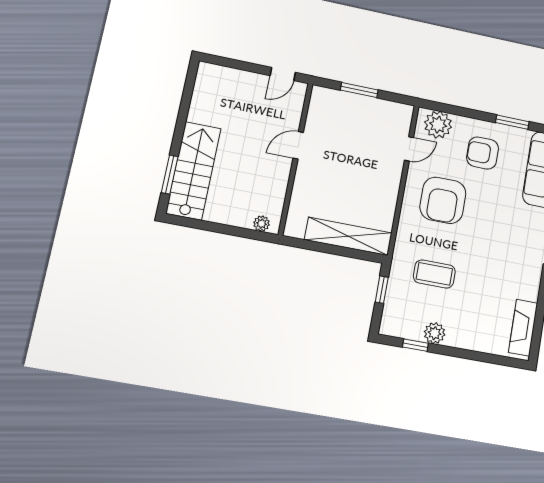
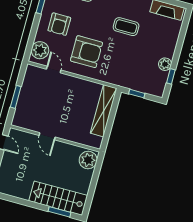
plant: (262, 224) -> (88, 160), width x1.88, depth x1.88
coffee table: (434, 274) -> (126, 27), moved, turned 90

